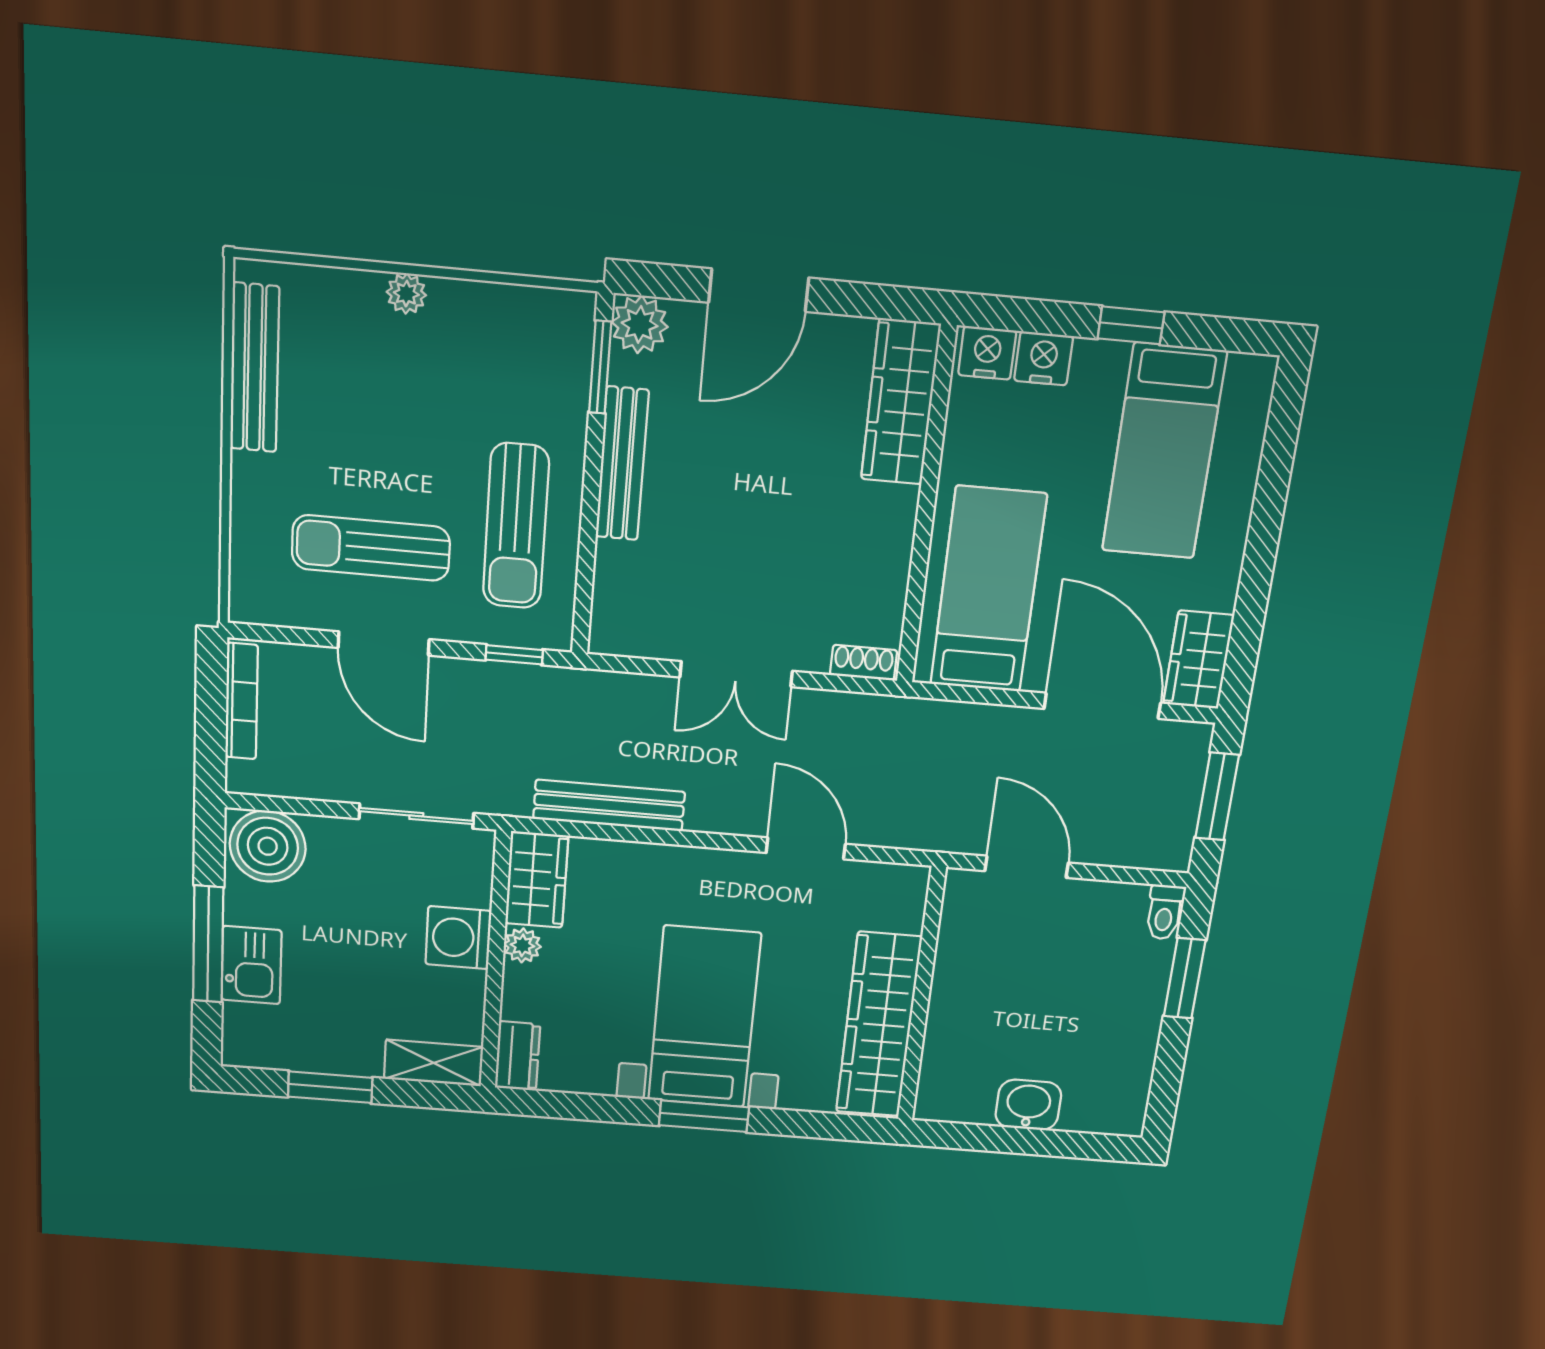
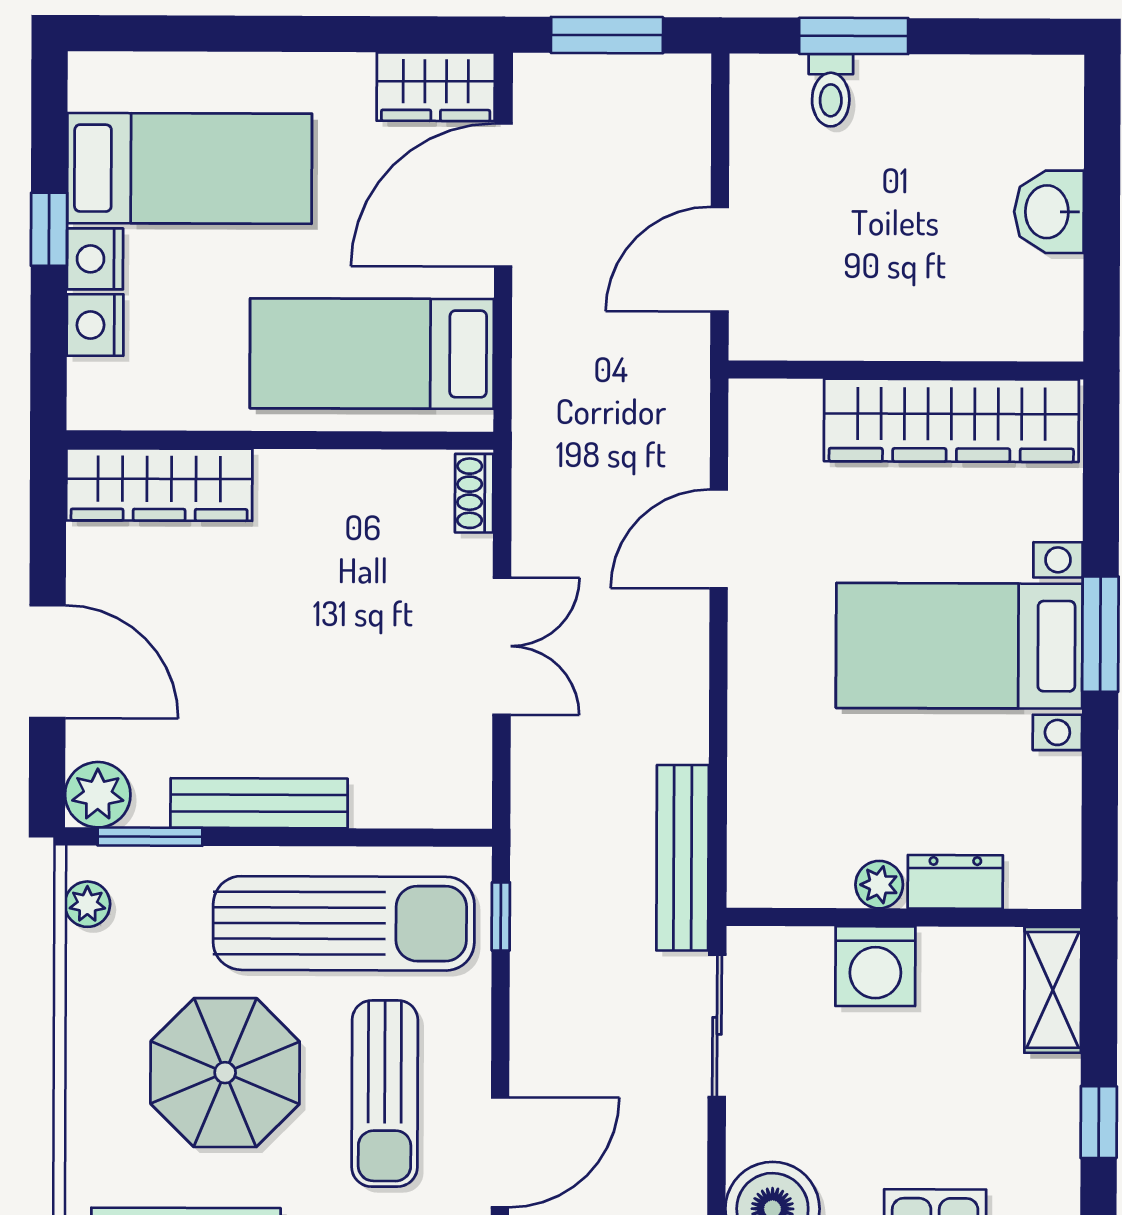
plant: (406, 294) -> (87, 904), moved
nightstand: (987, 353) -> (95, 259), moved
parasol: (394, 414) -> (225, 1073), added
sun lounger: (516, 526) -> (344, 923), width x1.36, depth x1.34
door: (384, 643) -> (500, 1152), moved
bench: (609, 805) -> (683, 858), moved
wardrobe: (537, 880) -> (789, 872), removed
toilet: (1165, 912) -> (831, 90), moved, turned 90
dresser: (518, 1056) -> (955, 882), moved
window: (330, 1087) -> (1099, 1122), width x0.67

